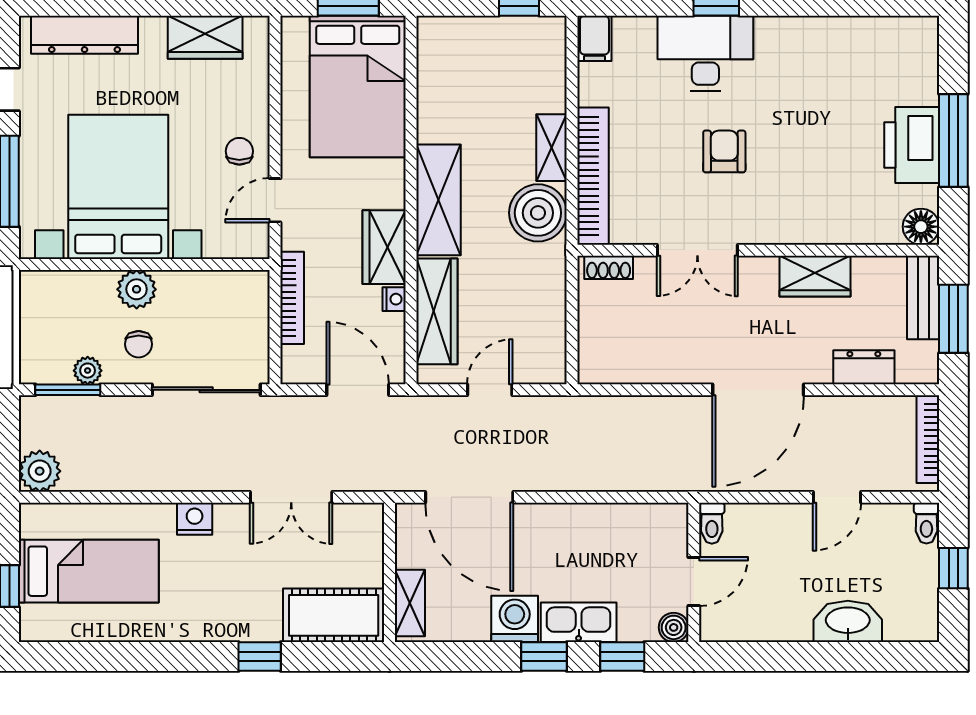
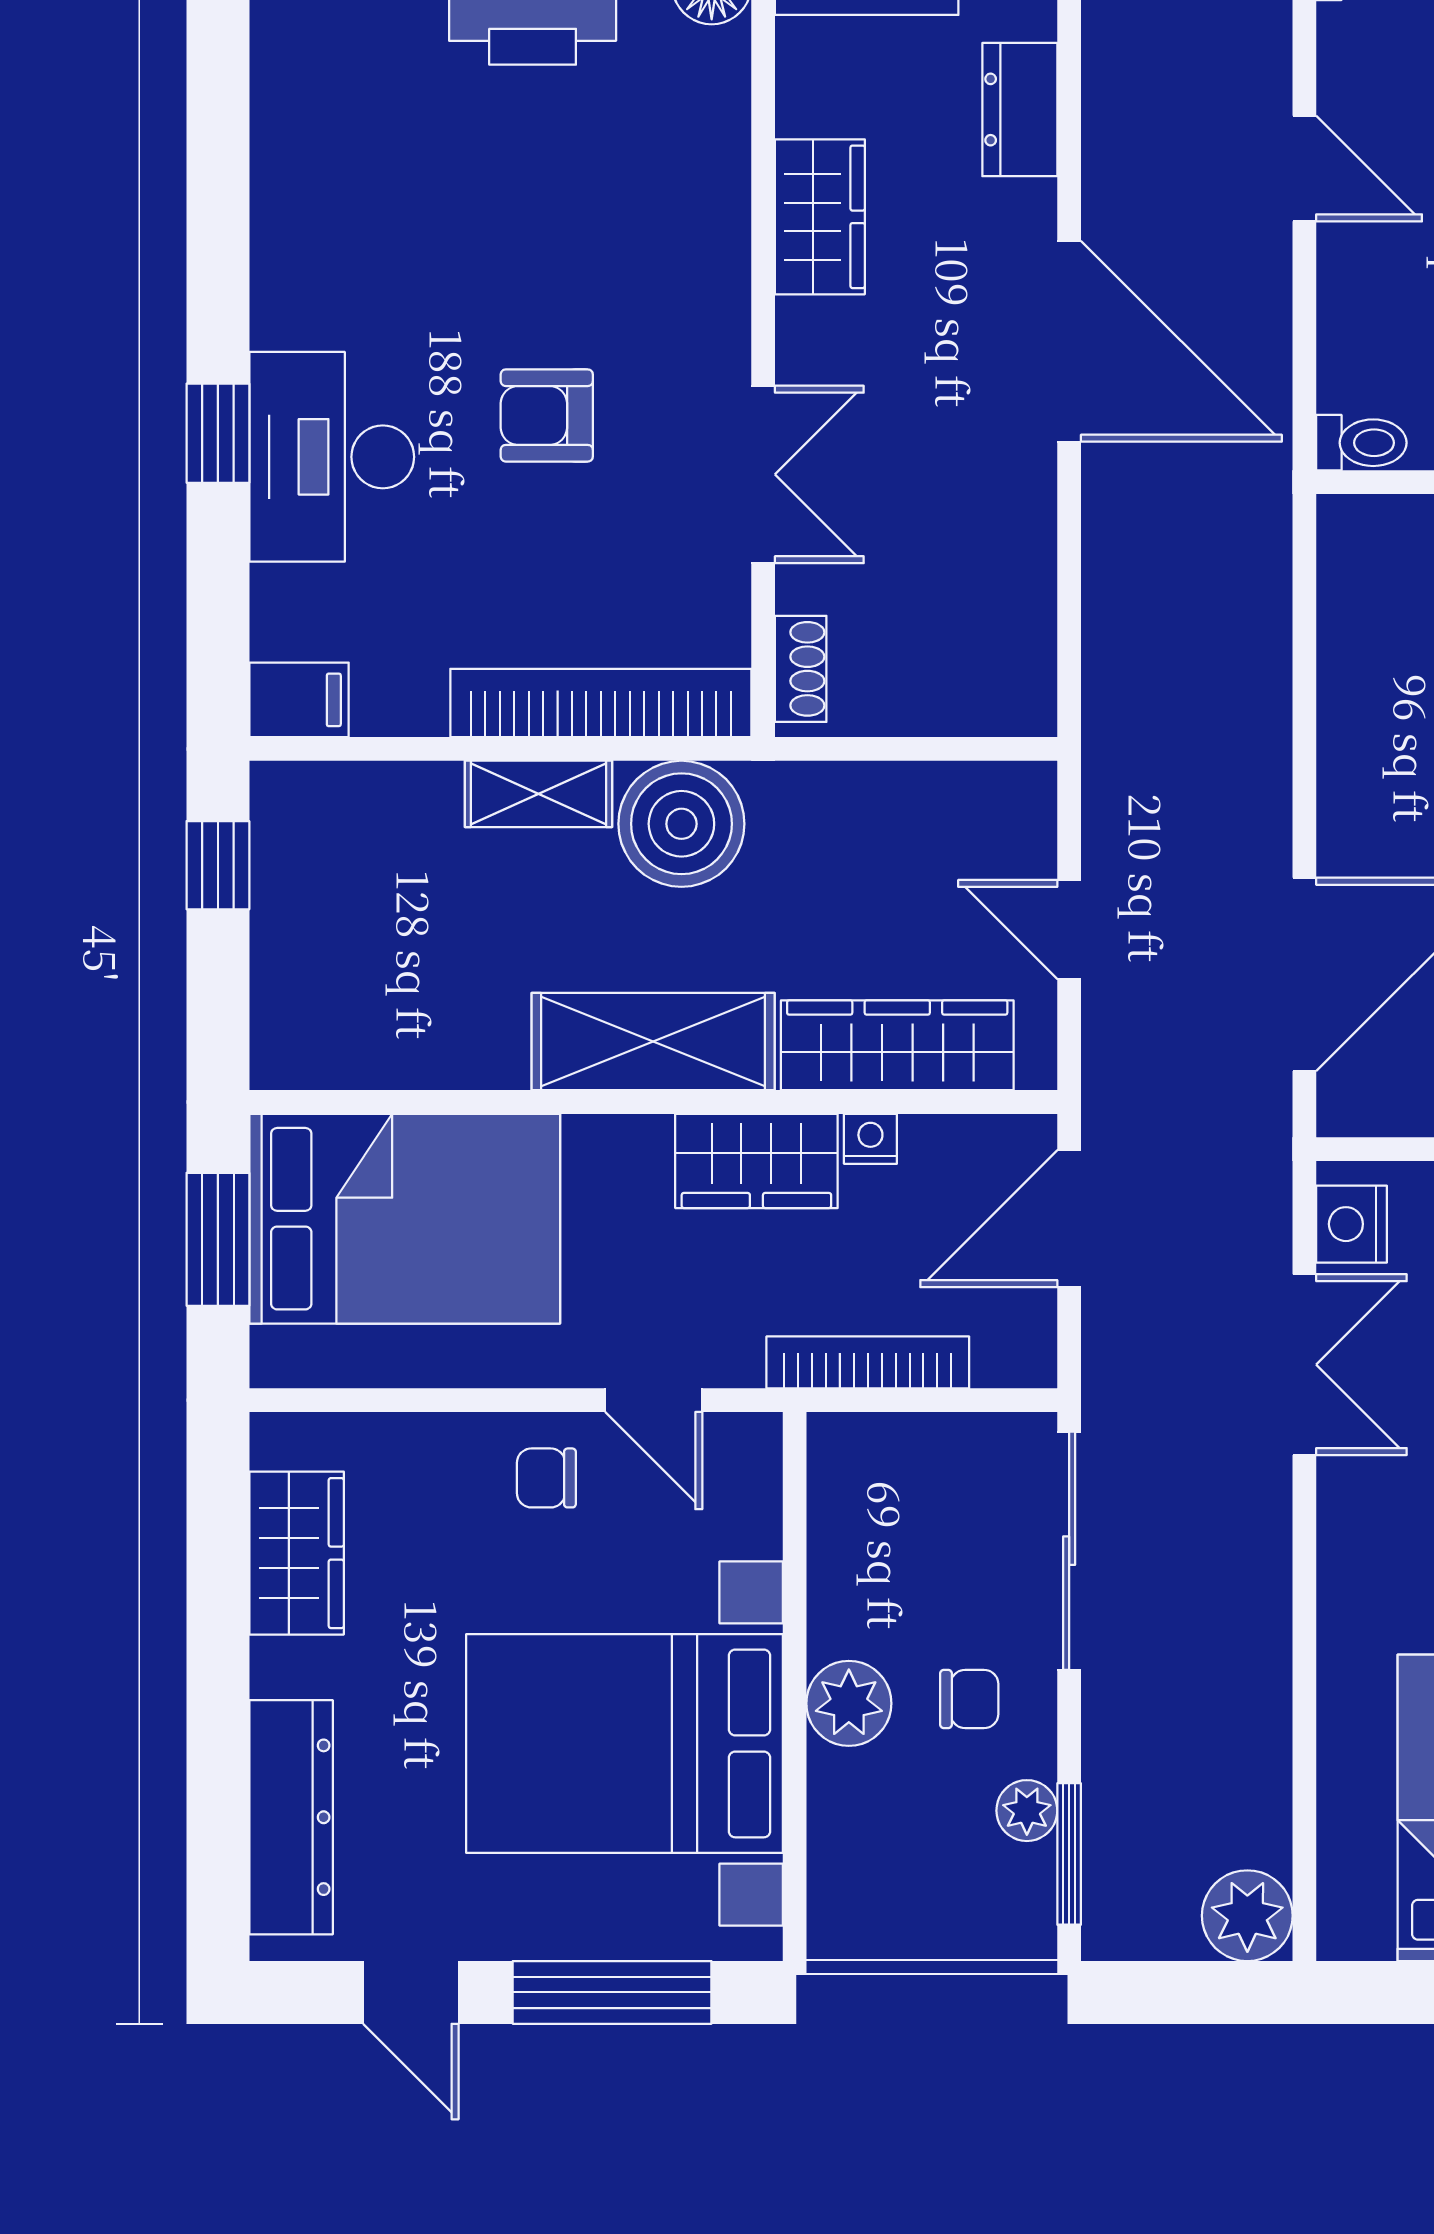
nightstand: (195, 519) -> (1352, 1224), moved

